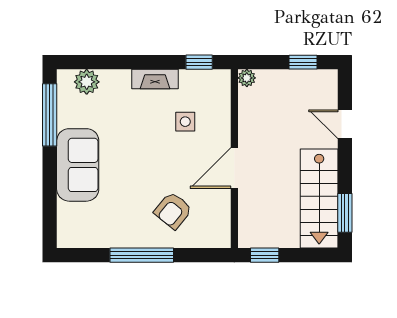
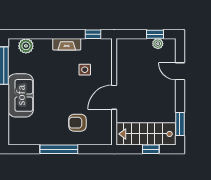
plant: (247, 78) -> (158, 44), moved
stairs: (319, 198) -> (146, 134), moved, turned 90
armchair: (173, 211) -> (77, 123), turned 51
window: (265, 255) -> (151, 149), moved

